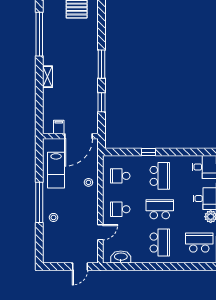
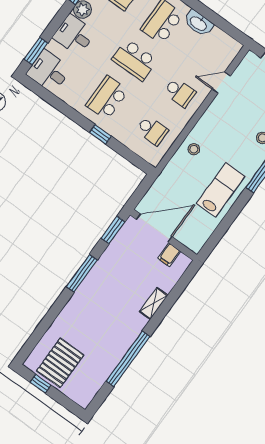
filing cabinet: (59, 127) -> (169, 255), moved
wall: (70, 136) -> (164, 235), moved
door: (78, 136) -> (154, 228), moved
washbasin: (121, 257) -> (198, 23), moved

